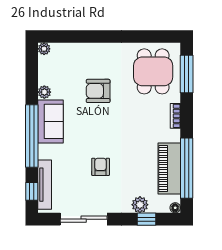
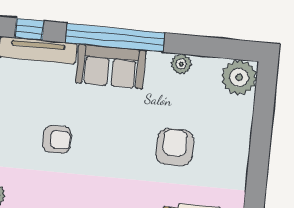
plant: (44, 49) -> (239, 77), width x1.87, depth x1.87
sofa: (50, 121) -> (111, 66), moved

